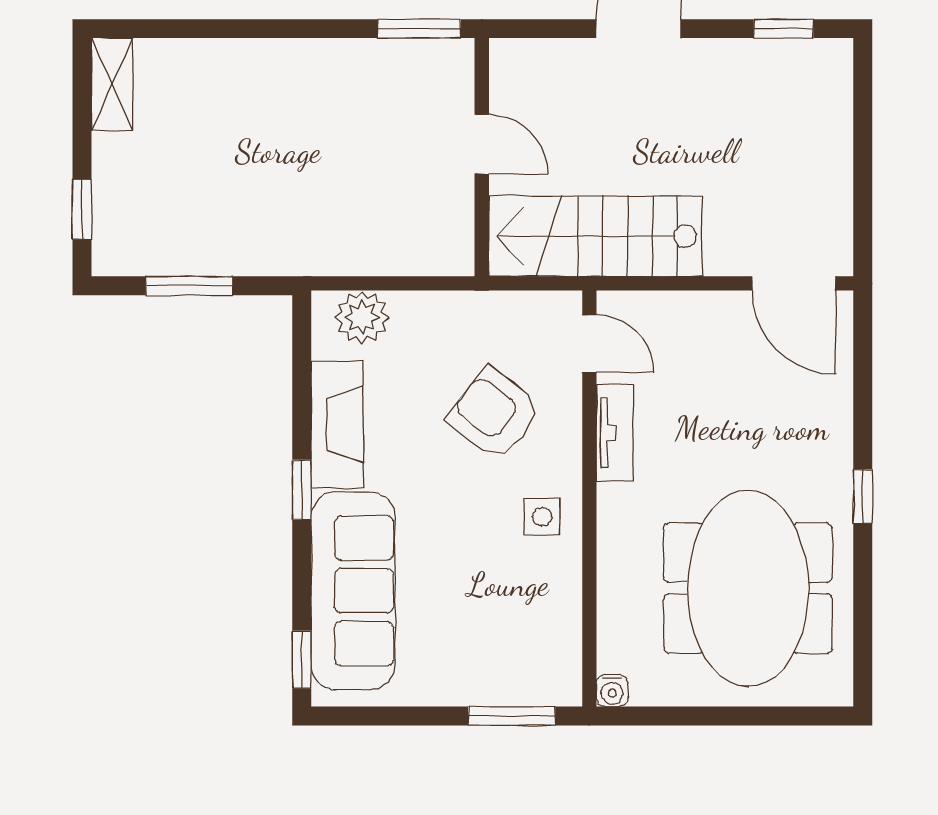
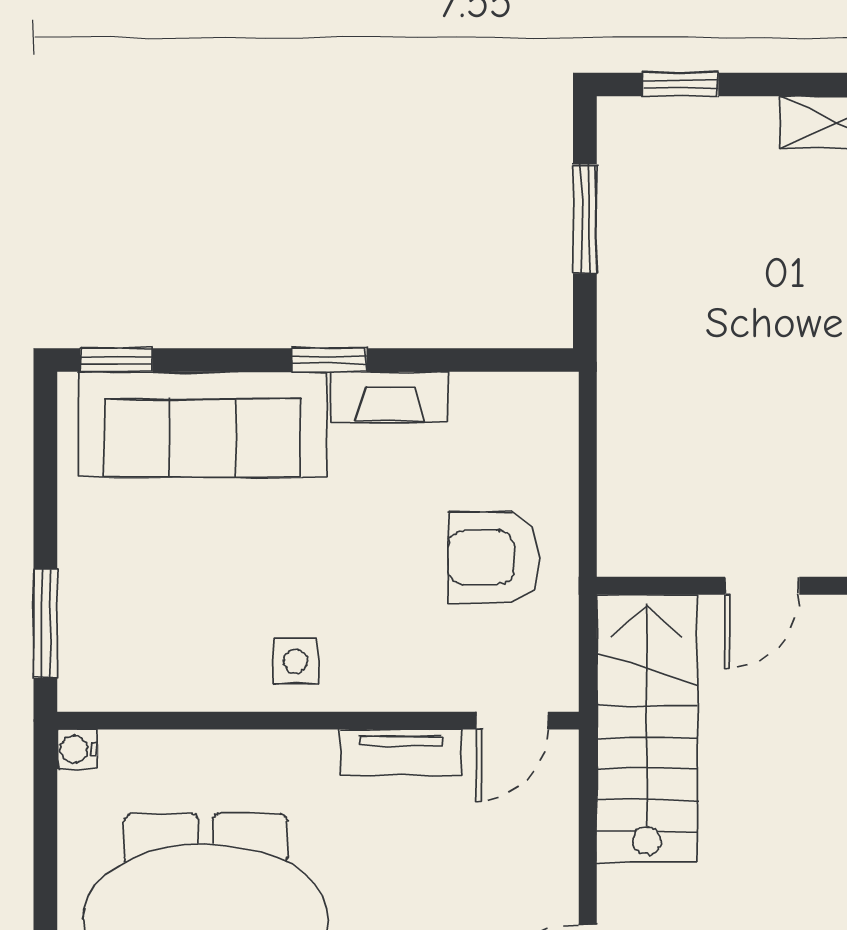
plant: (362, 317) -> (545, 436), removed
armchair: (494, 414) -> (494, 558), moved, turned -128
fireplace: (337, 424) -> (389, 397), width x0.73, depth x0.76

